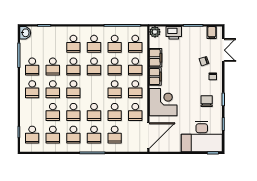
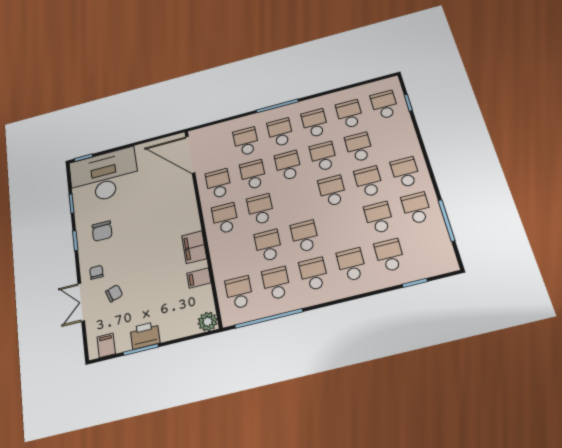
washbasin: (25, 33) -> (447, 261), removed
printer: (174, 33) -> (145, 335), moved
double door: (223, 50) -> (81, 302), moved
filing cabinet: (156, 58) -> (199, 278), width x0.50
school desk: (73, 66) -> (390, 255), moved
school desk: (135, 66) -> (232, 255), removed
corner desk: (163, 102) -> (174, 211), removed
door: (148, 136) -> (190, 155), hinge flipped

